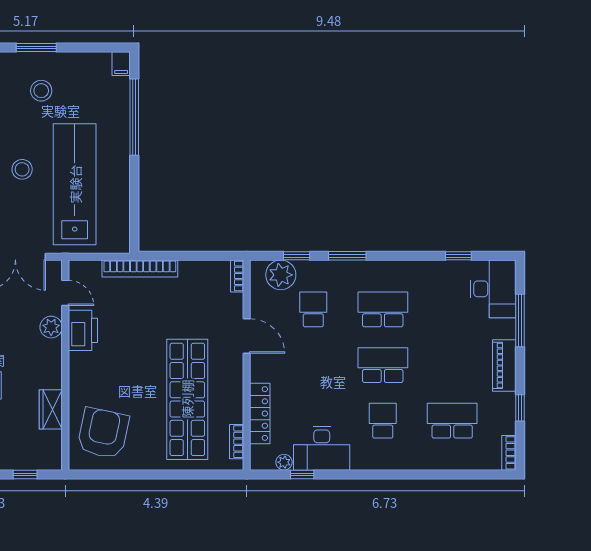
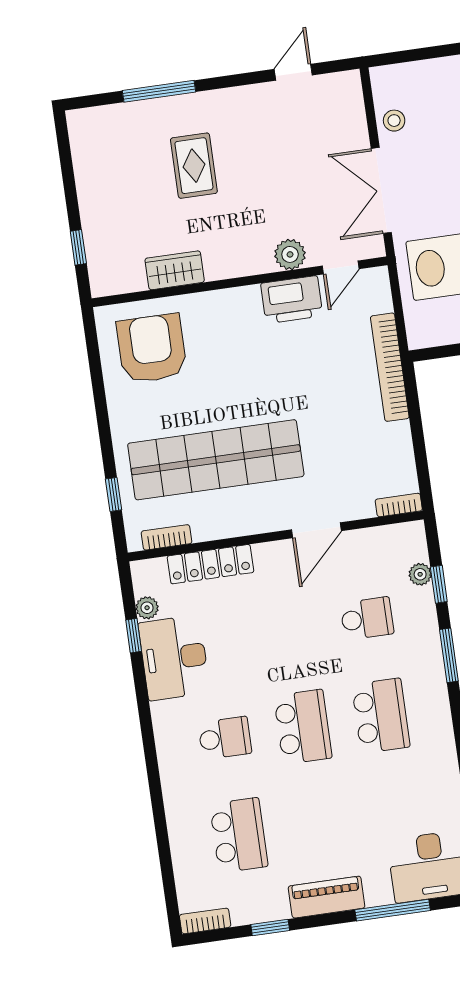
plant: (281, 275) -> (420, 574), width x0.53, depth x0.53
armchair: (103, 433) -> (152, 348), turned -102
window: (201, 474) -> (114, 494), added

